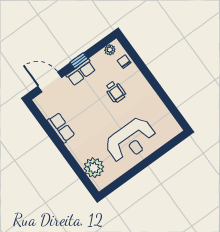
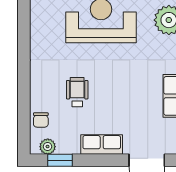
window: (79, 61) -> (60, 160), moved

